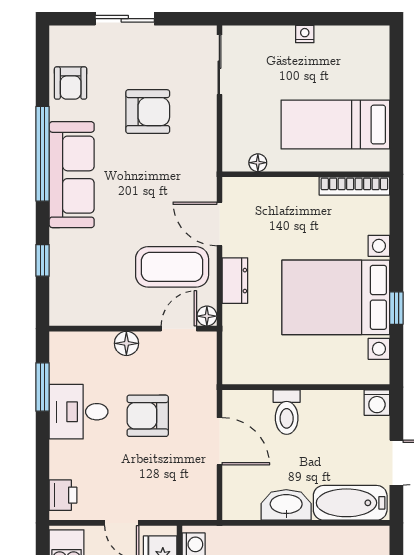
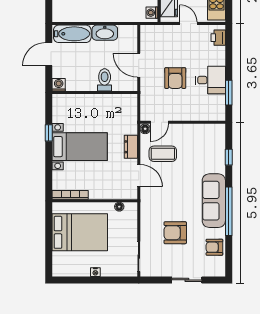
armchair: (71, 83) -> (214, 247), turned -90
bed: (335, 125) -> (80, 232), width x1.50
coffee table: (172, 267) -> (163, 154), width x0.73, depth x0.76
bed with nightstands: (336, 297) -> (80, 147), width x0.73
floor lamp: (126, 343) -> (186, 115), removed
armchair: (148, 416) -> (175, 78), turned 90

